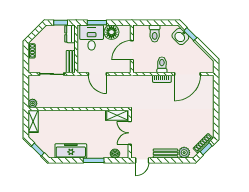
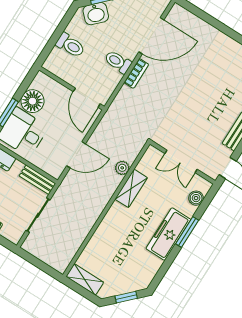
door: (132, 50) -> (87, 98), moved
door: (187, 74) -> (151, 36), hinge flipped
plant: (33, 103) -> (122, 168), moved
shelving: (117, 115) -> (131, 188), moved
freezer: (71, 151) -> (168, 234), moved

